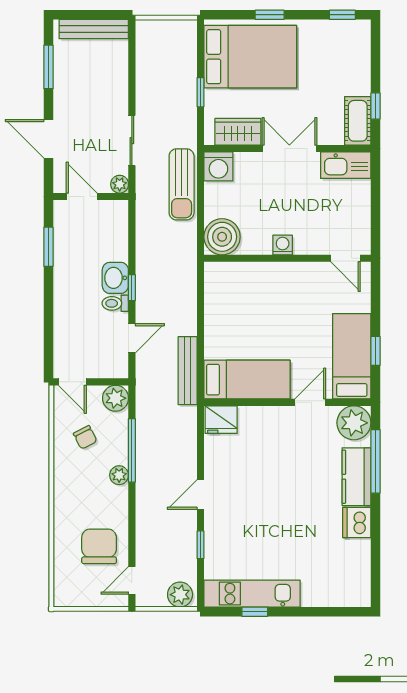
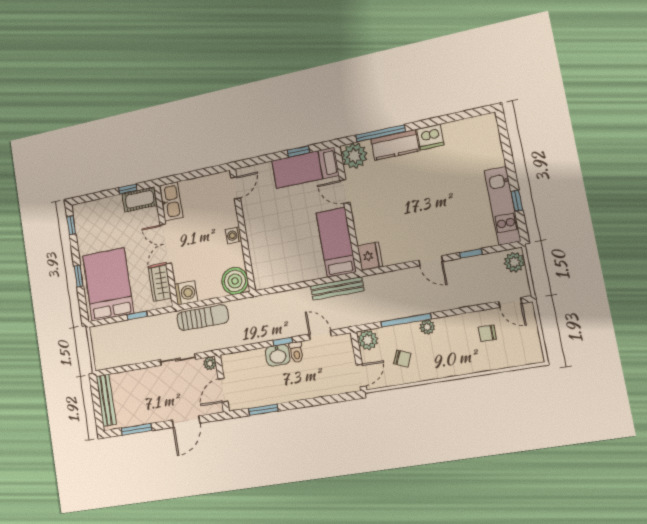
chair: (85, 437) -> (402, 358), turned 50
chair: (99, 546) -> (487, 333), width x0.54, depth x0.54

